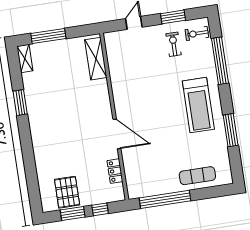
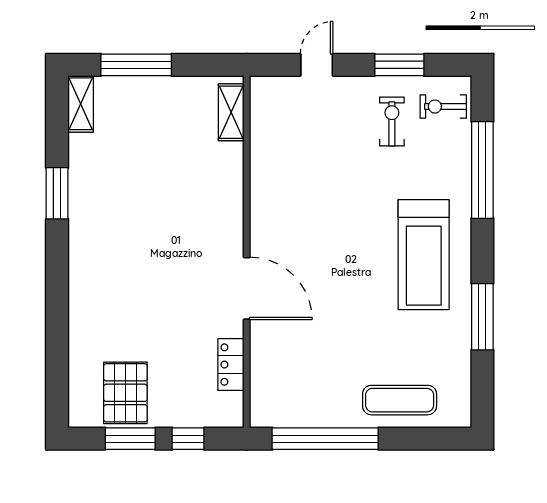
shelving: (96, 59) -> (231, 112), width x0.67, depth x0.75

